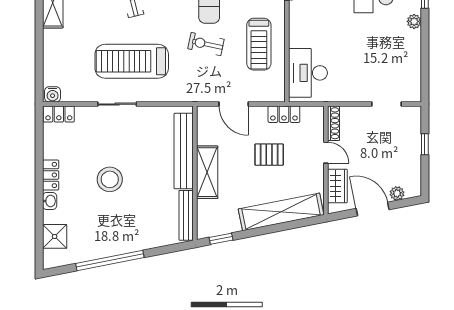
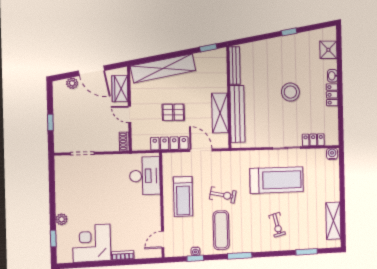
treadmill: (259, 44) -> (183, 197), turned 180
locker: (59, 114) -> (313, 140), moved
locker: (284, 114) -> (169, 143), width x1.53
shoe rack: (333, 123) -> (124, 141), width x0.70
shelving: (207, 172) -> (220, 113), moved
window: (110, 260) -> (289, 32), width x0.32

